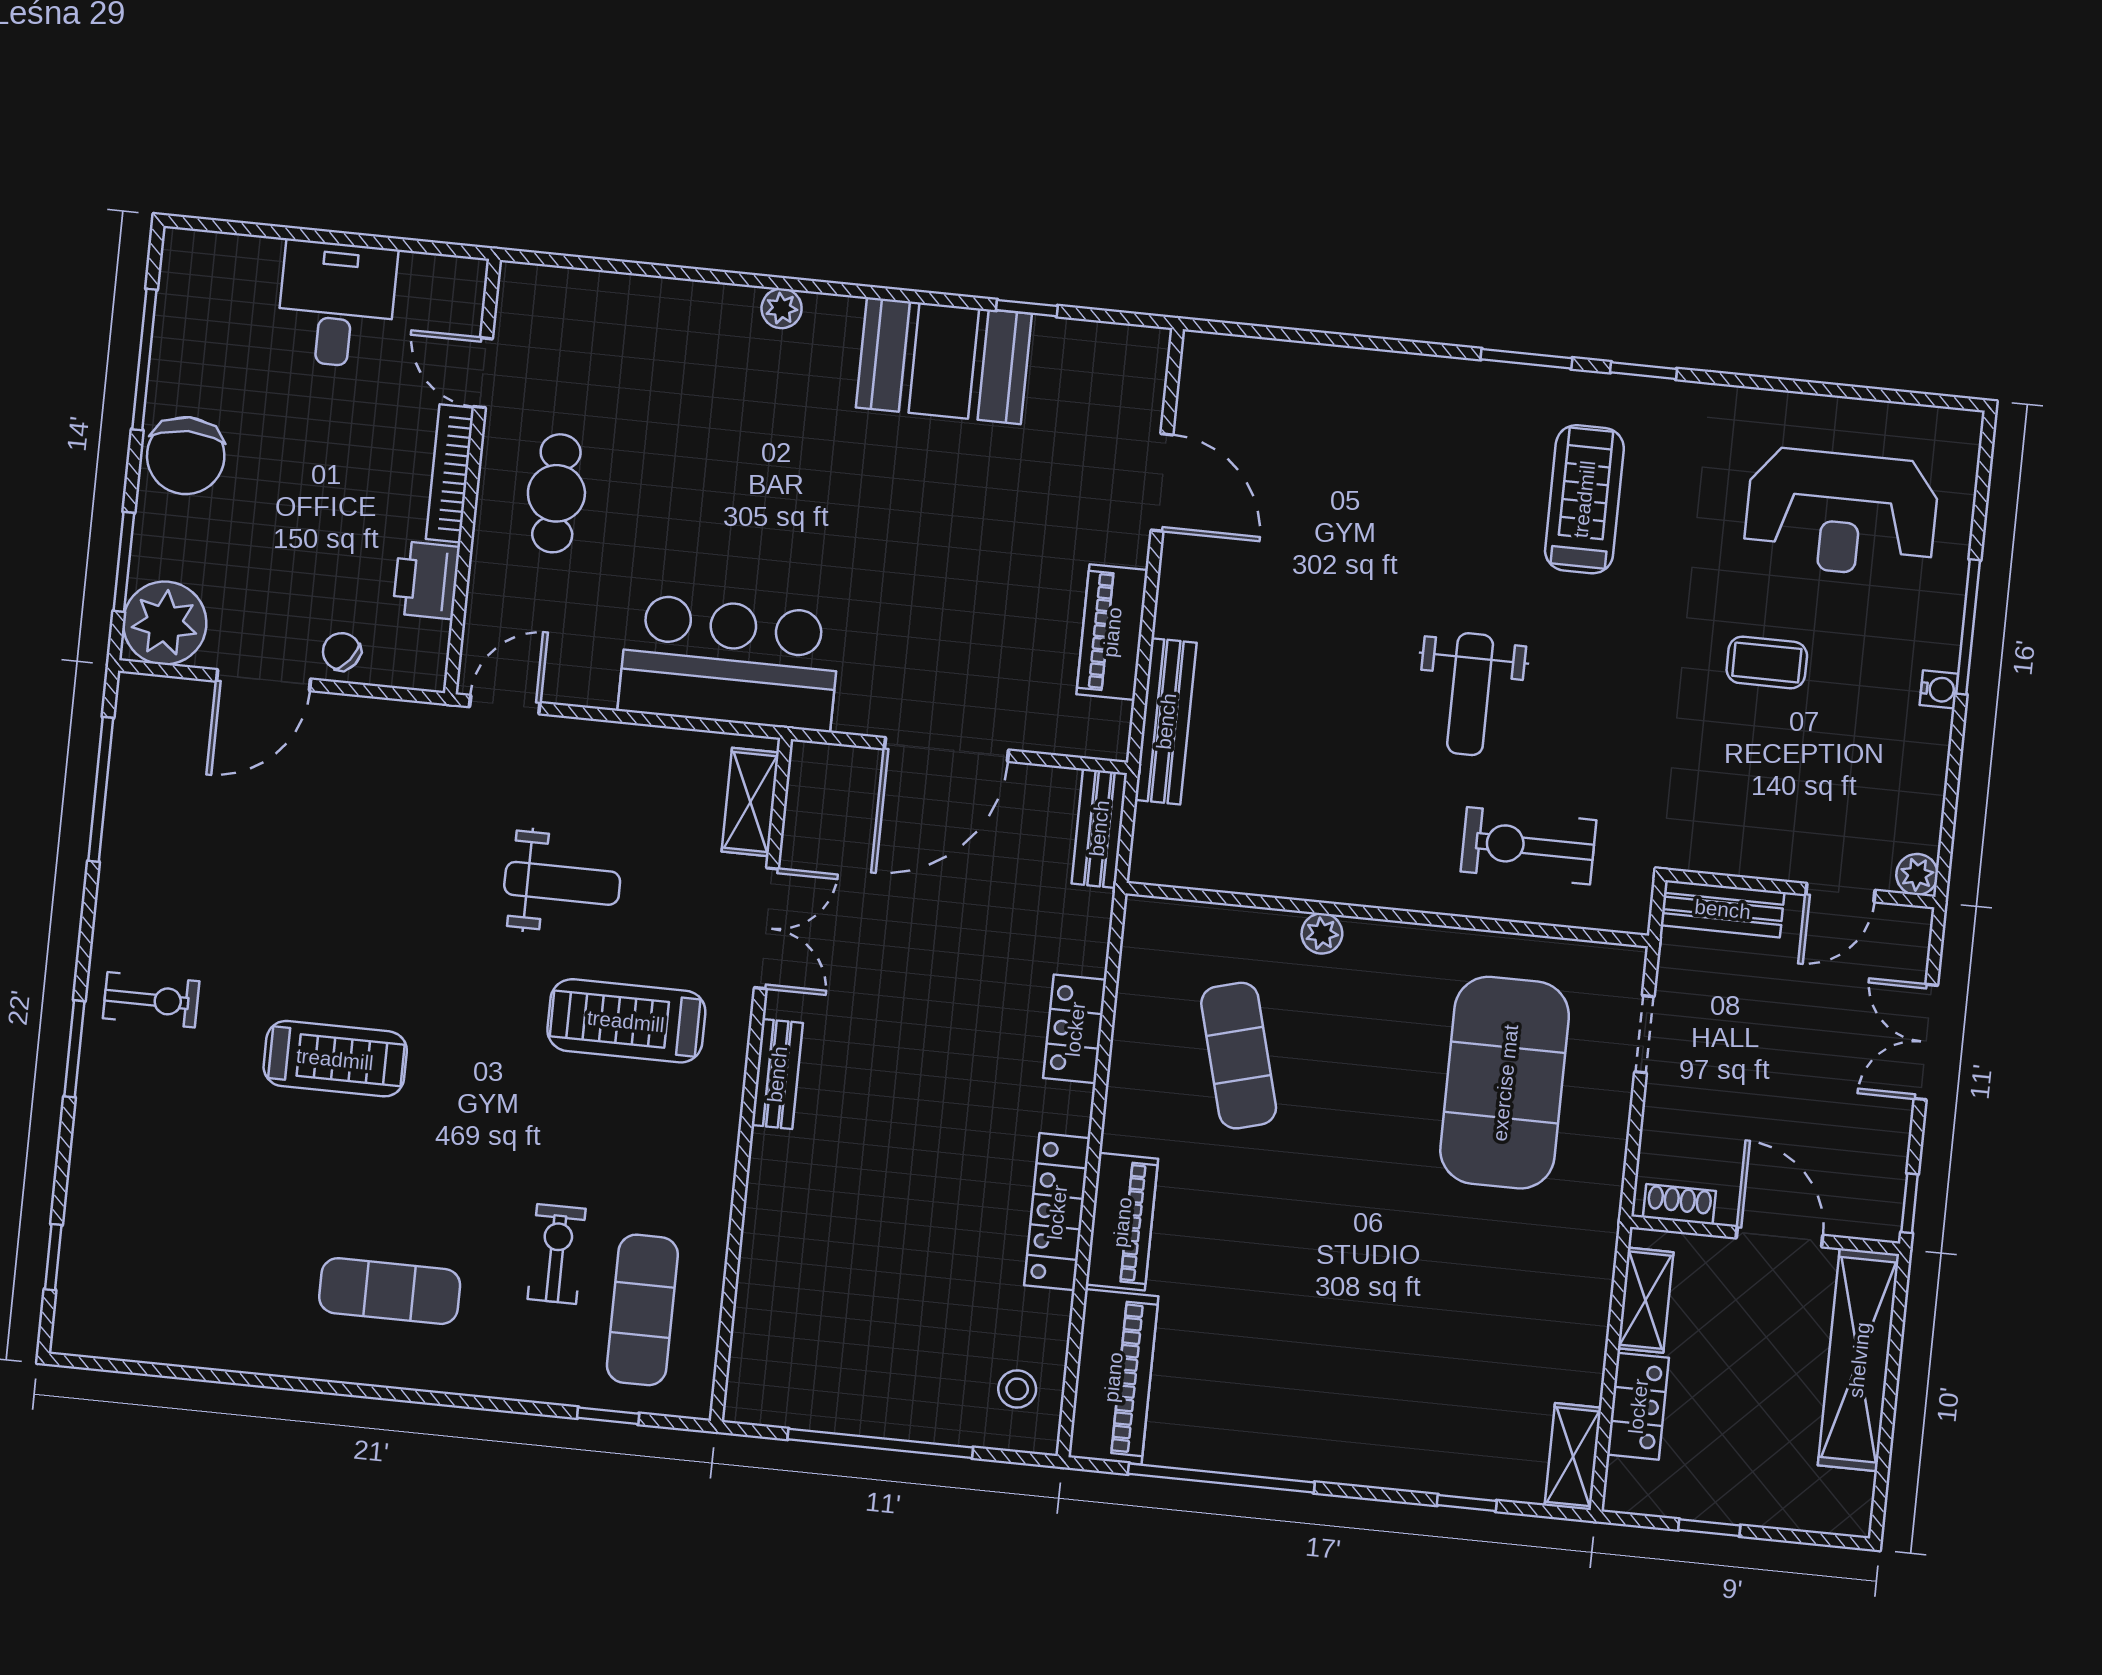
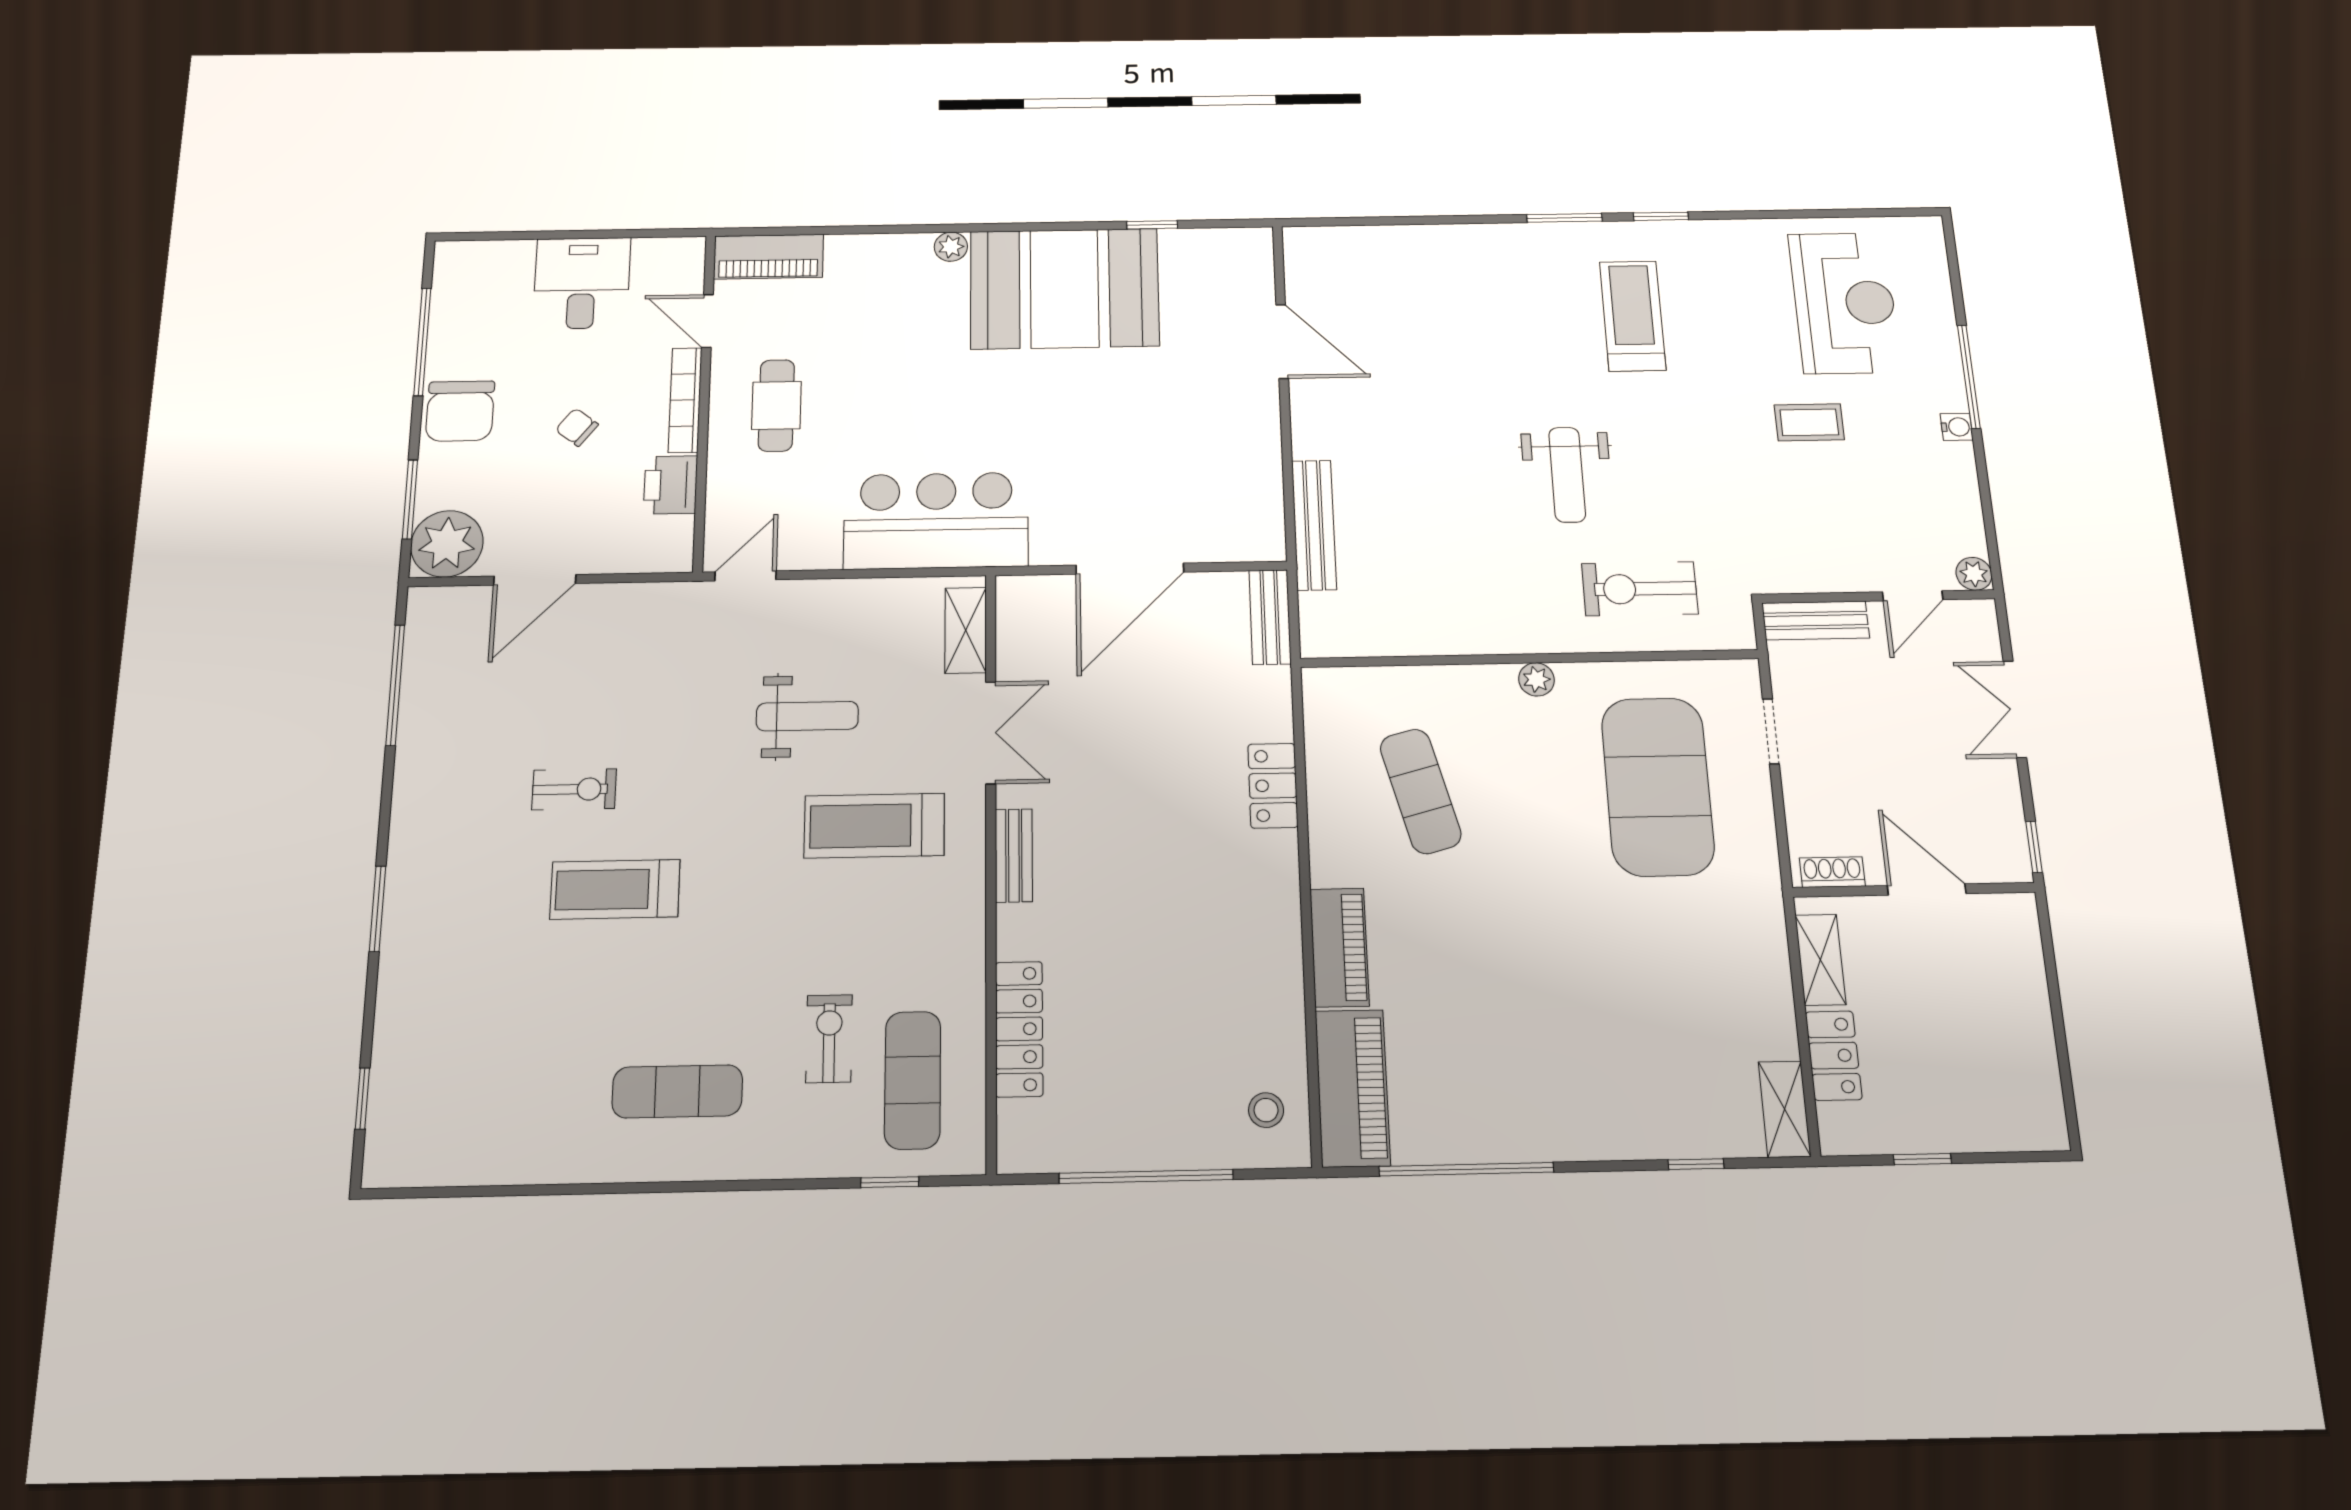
booth: (944, 361) -> (1064, 289), width x1.36, depth x1.42
reception desk: (1841, 513) -> (1844, 303), turned -90
piano: (1112, 632) -> (769, 257), moved, turned -90
chair: (342, 652) -> (577, 427), moved
plant: (1322, 933) -> (1536, 679), moved
exercise bike: (151, 1000) -> (574, 789), moved
treadmill: (335, 1059) -> (615, 889), turned 180
locker: (1057, 1212) -> (1019, 1029), moved, turned 180
shelving: (1859, 1360) -> (2022, 989), removed

